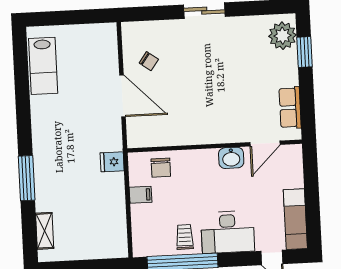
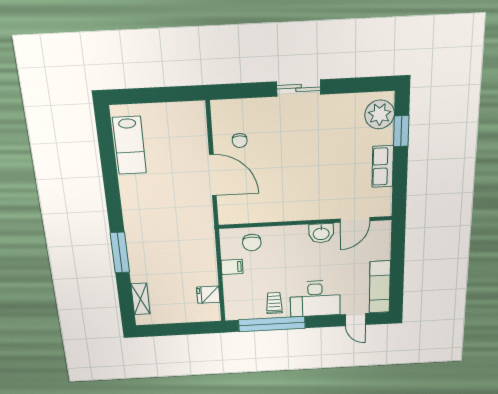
chair: (149, 61) -> (240, 141), turned 54
row of seats: (290, 108) -> (383, 166), moved
fridge: (112, 162) -> (208, 295), moved

